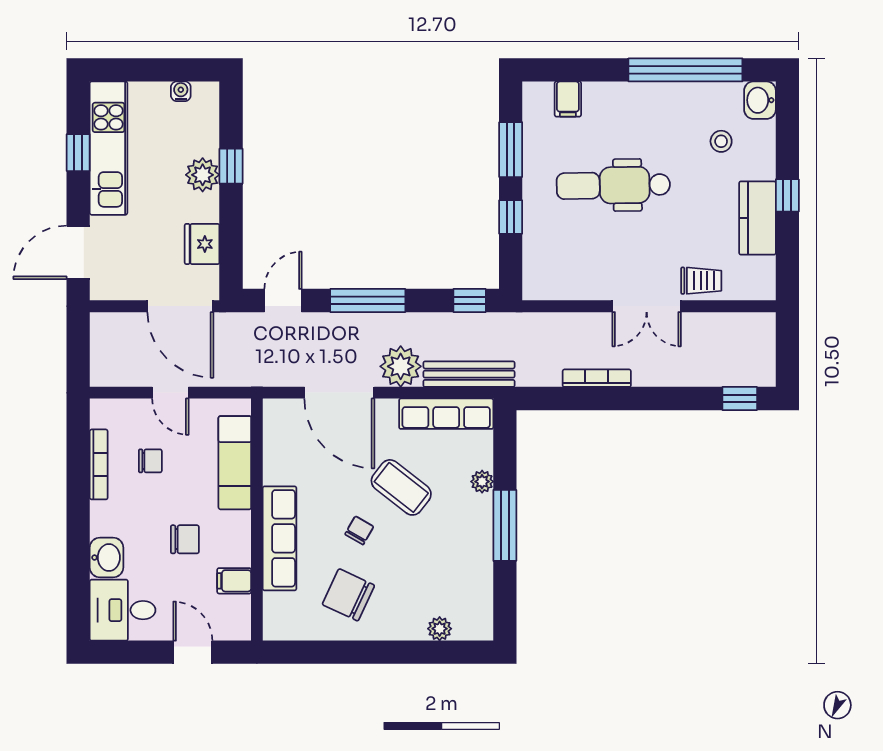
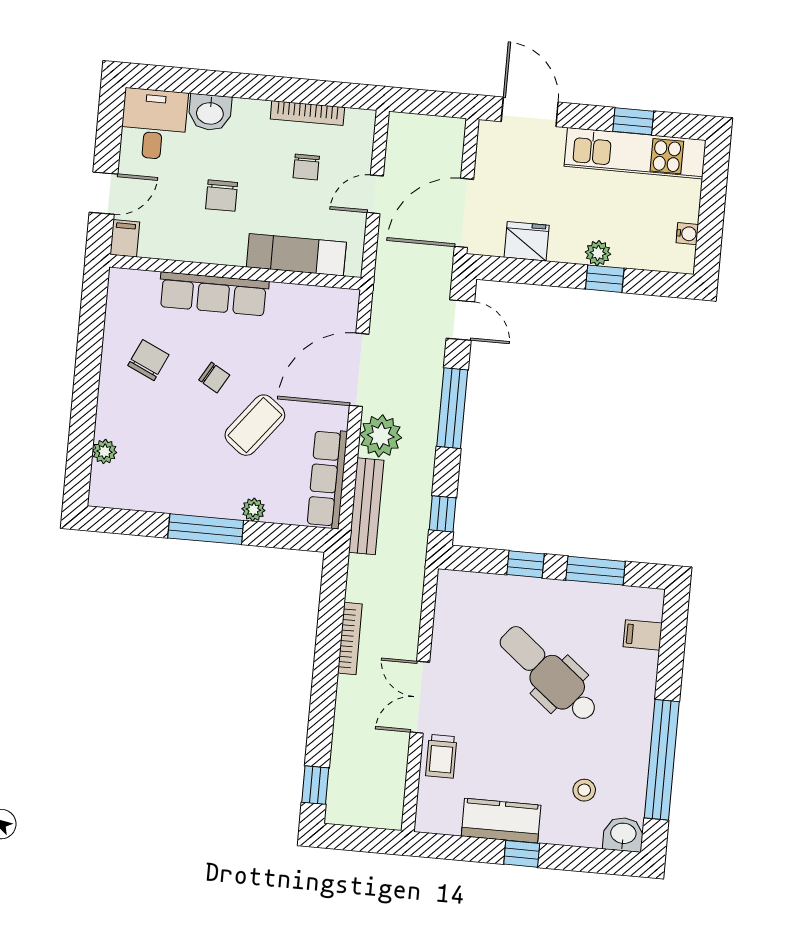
plant: (203, 175) -> (598, 253), width x0.73, depth x0.73
dental chair: (613, 185) -> (549, 674), turned -50
filing cabinet: (234, 581) -> (125, 238), moved
chair: (348, 595) -> (148, 360), width x0.73, depth x0.73

